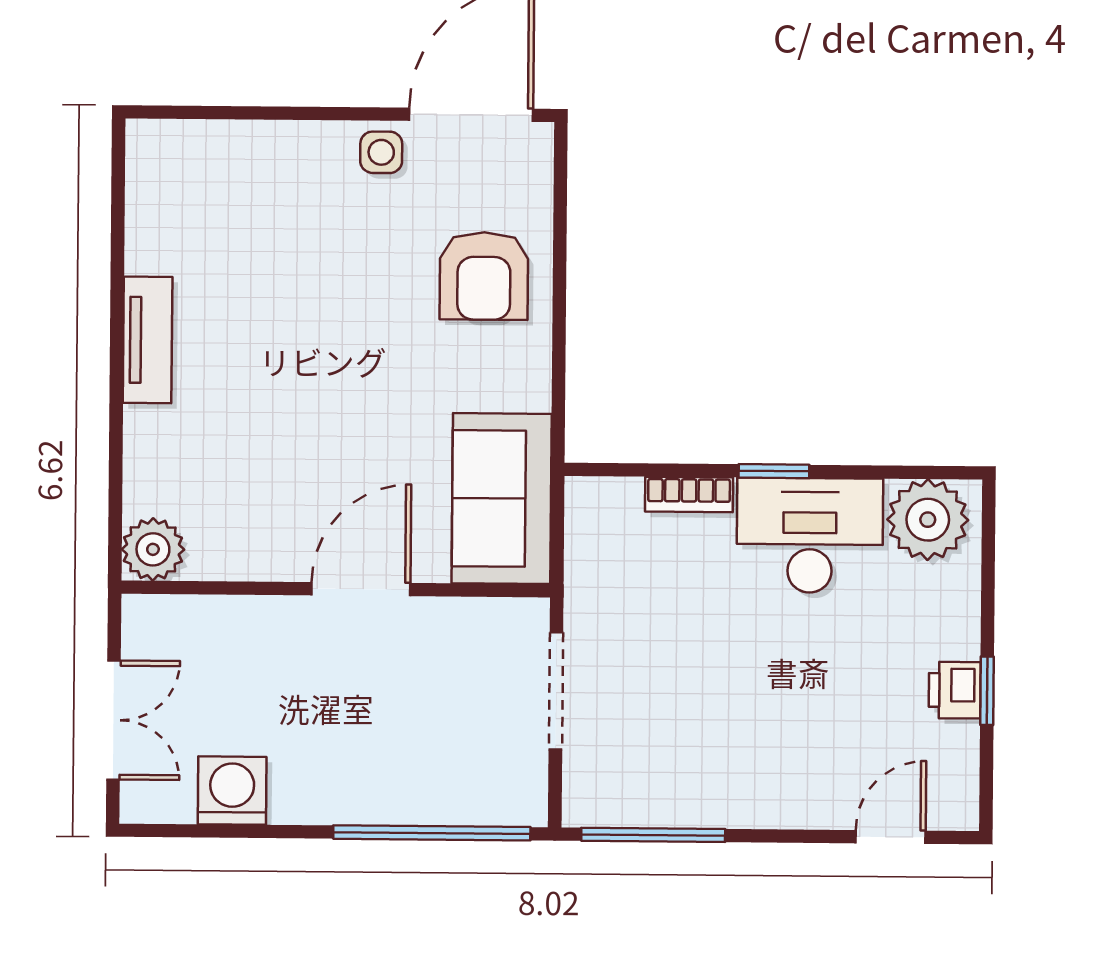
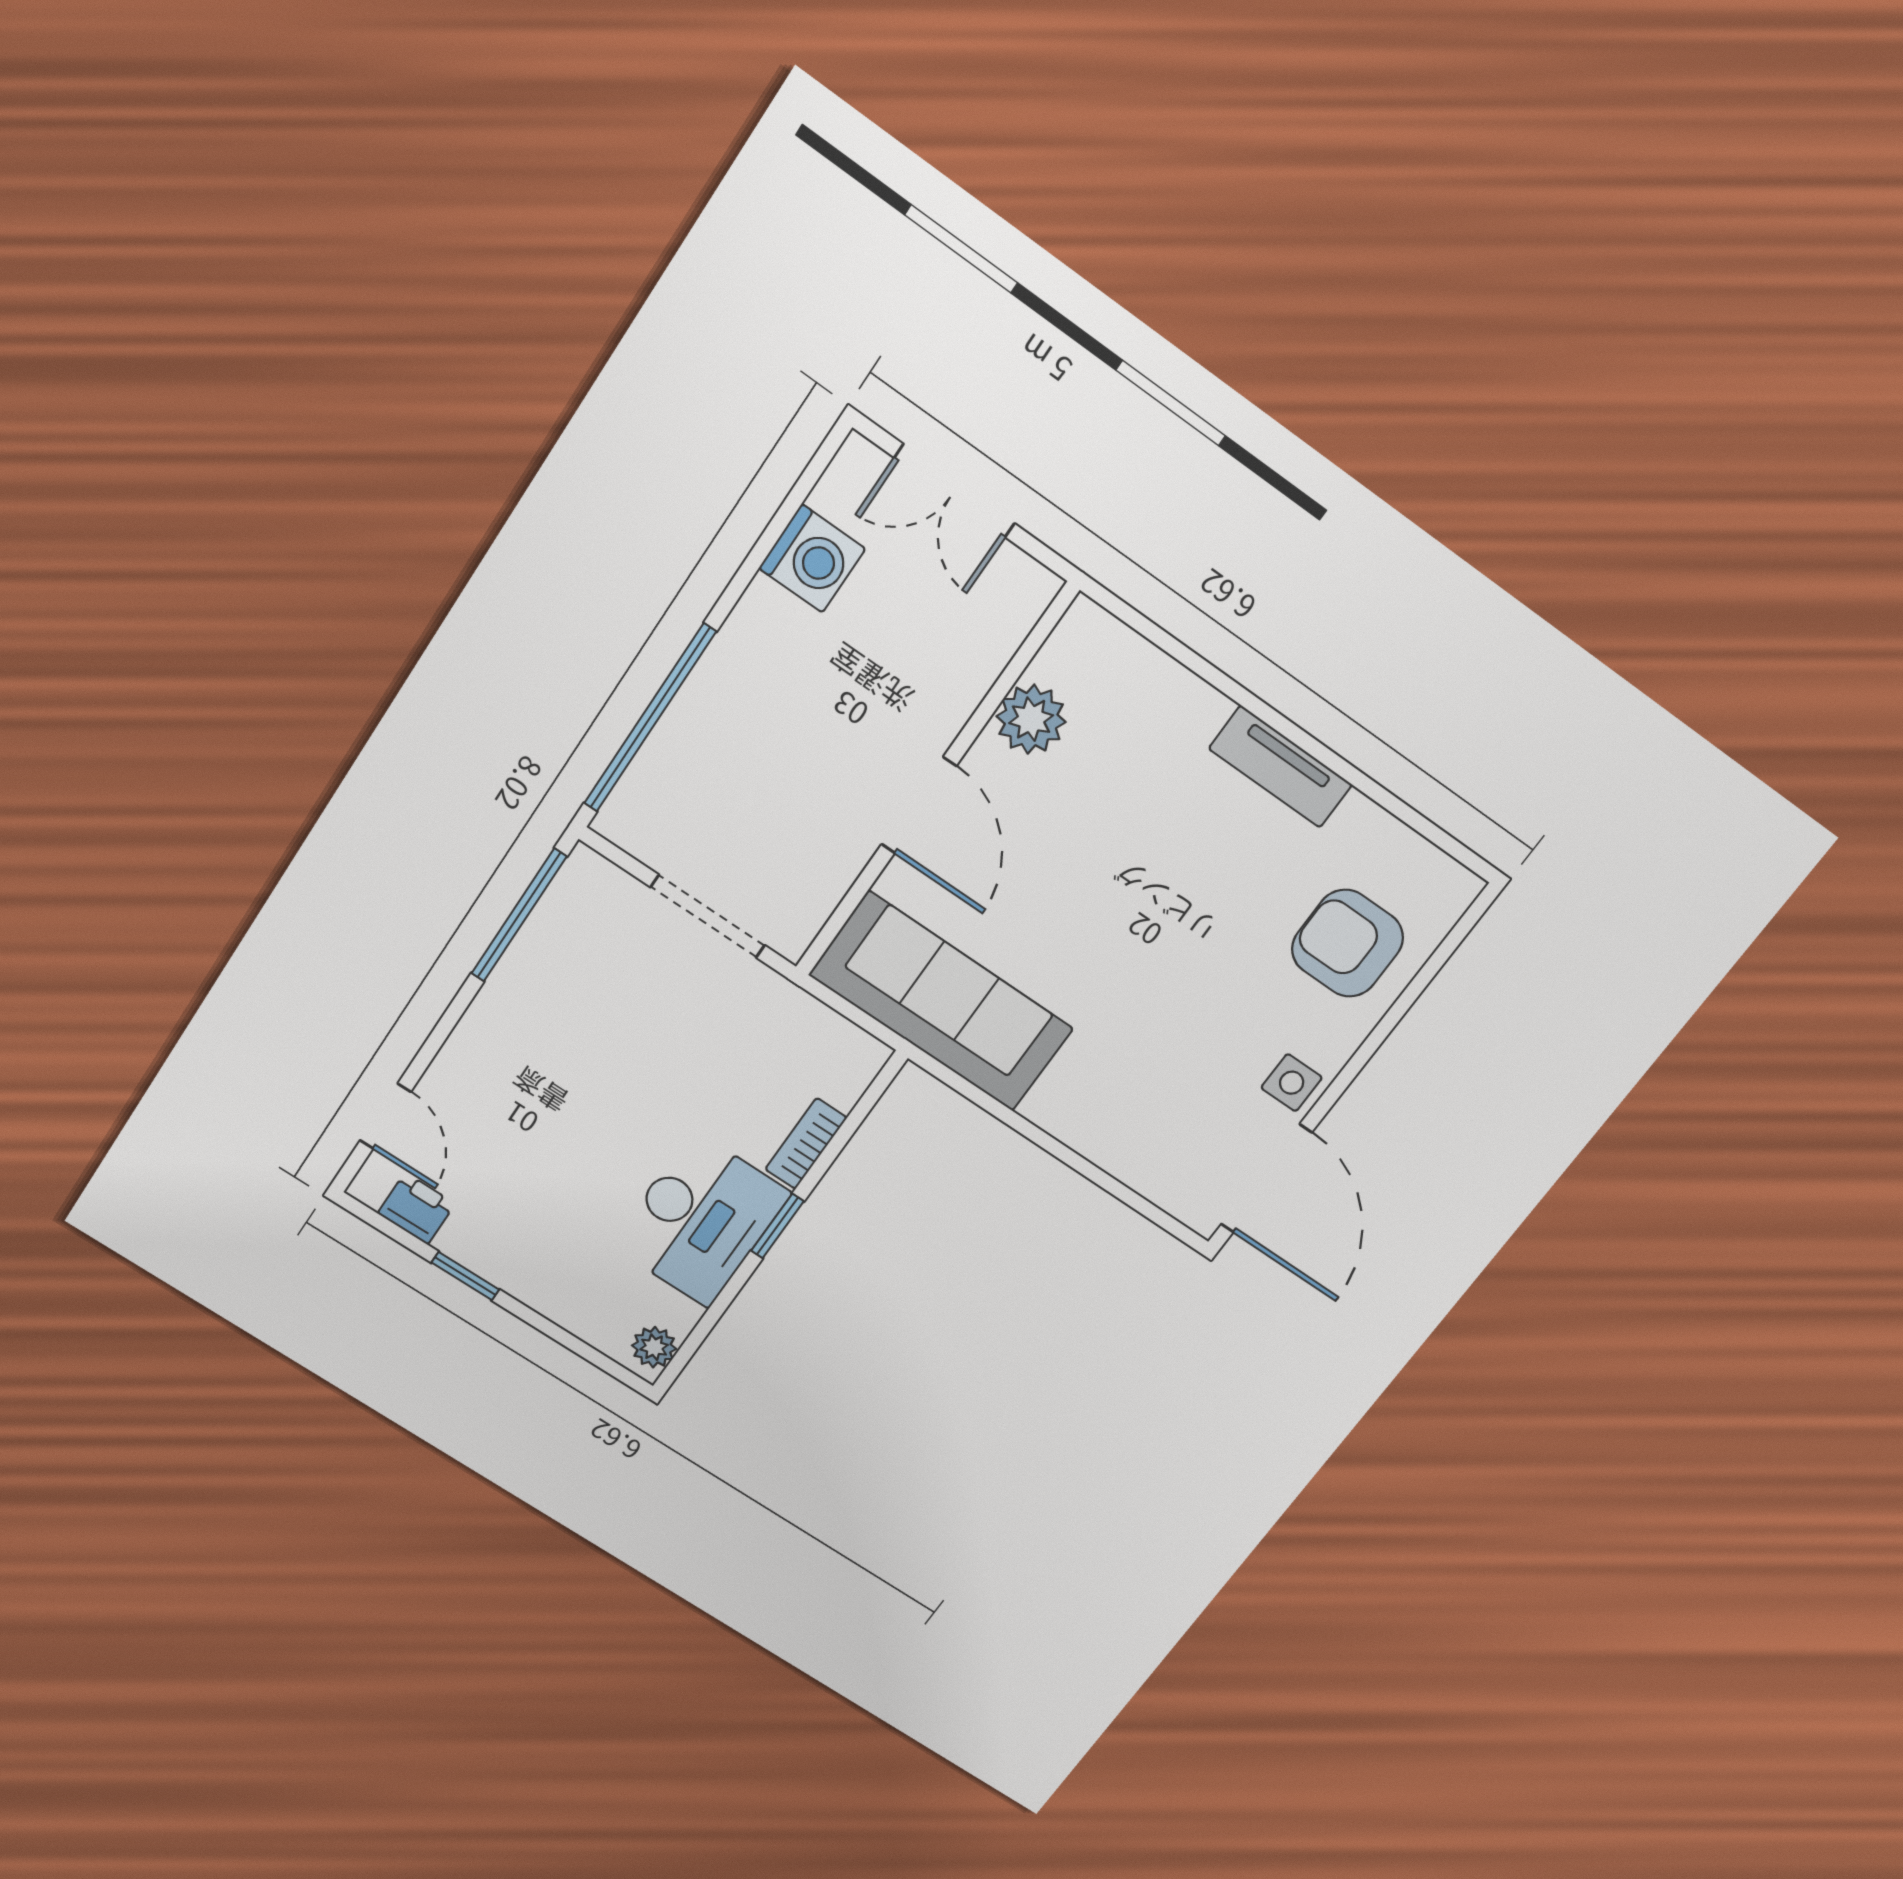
armchair: (484, 276) -> (1347, 943), moved
sofa: (502, 499) -> (941, 1002), width x1.36
plant: (928, 520) -> (654, 1347), width x0.53, depth x0.53
plant: (153, 549) -> (1031, 719), moved
printer: (955, 690) -> (416, 1209), moved

